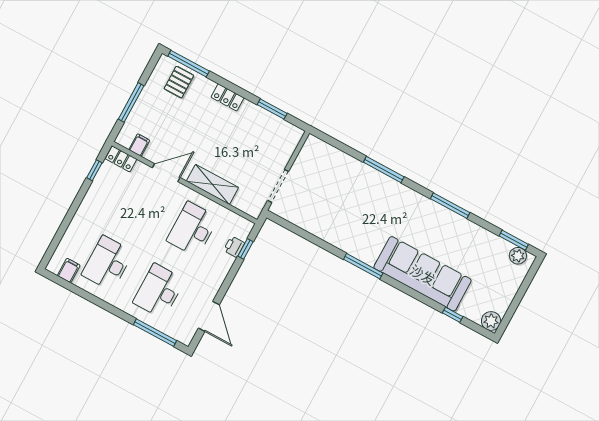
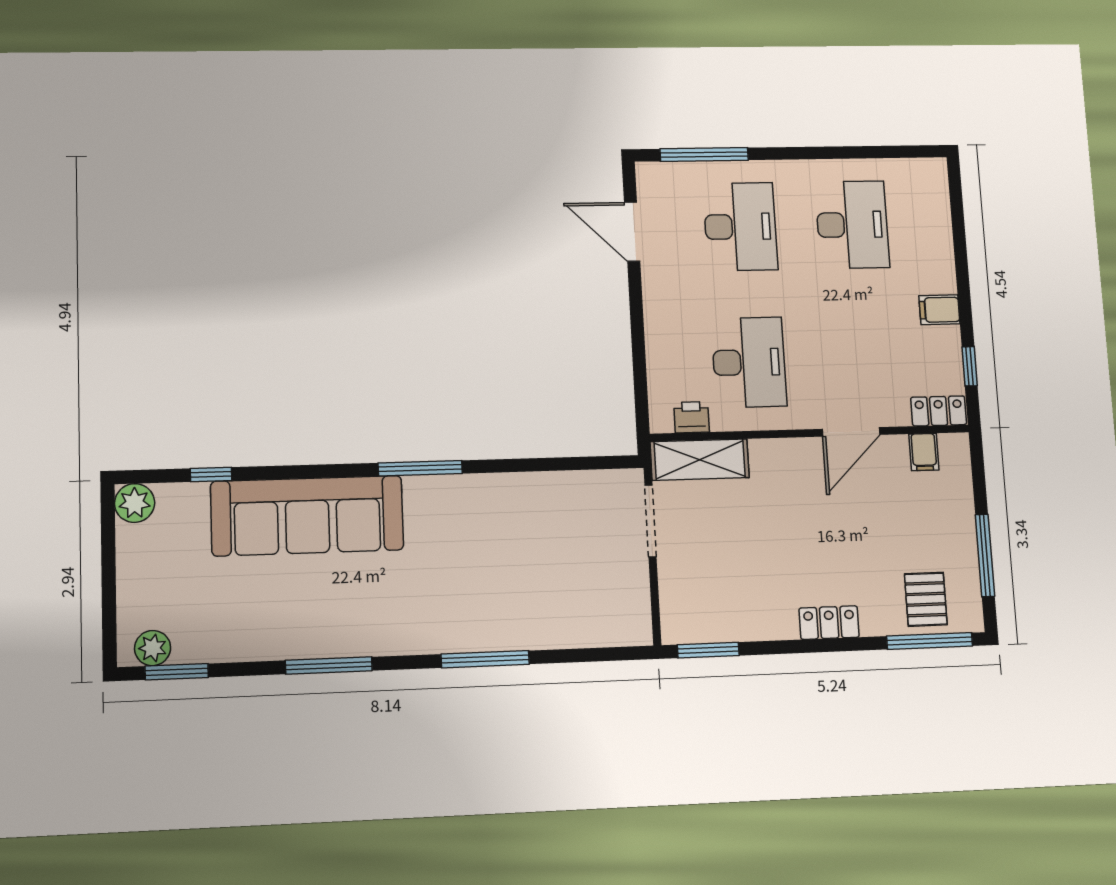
window: (131, 102) -> (985, 555), moved
window: (272, 109) -> (708, 650), moved
shelving: (212, 184) -> (700, 460), moved
printer: (234, 247) -> (691, 417), moved, turned -90
window: (245, 249) -> (640, 380), removed
filing cabinet: (69, 270) -> (939, 310), moved, turned 90

